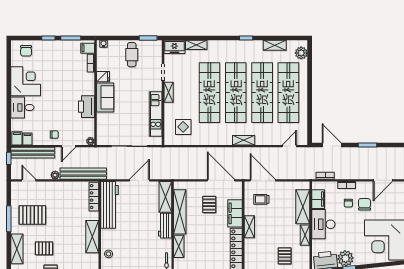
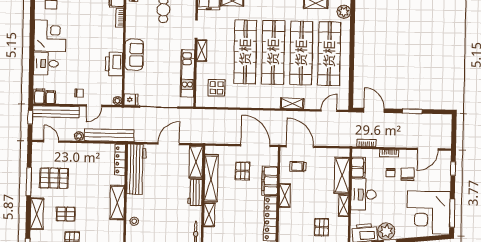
fridge: (103, 77) -> (131, 100), moved
shelving: (244, 140) -> (292, 103), moved

